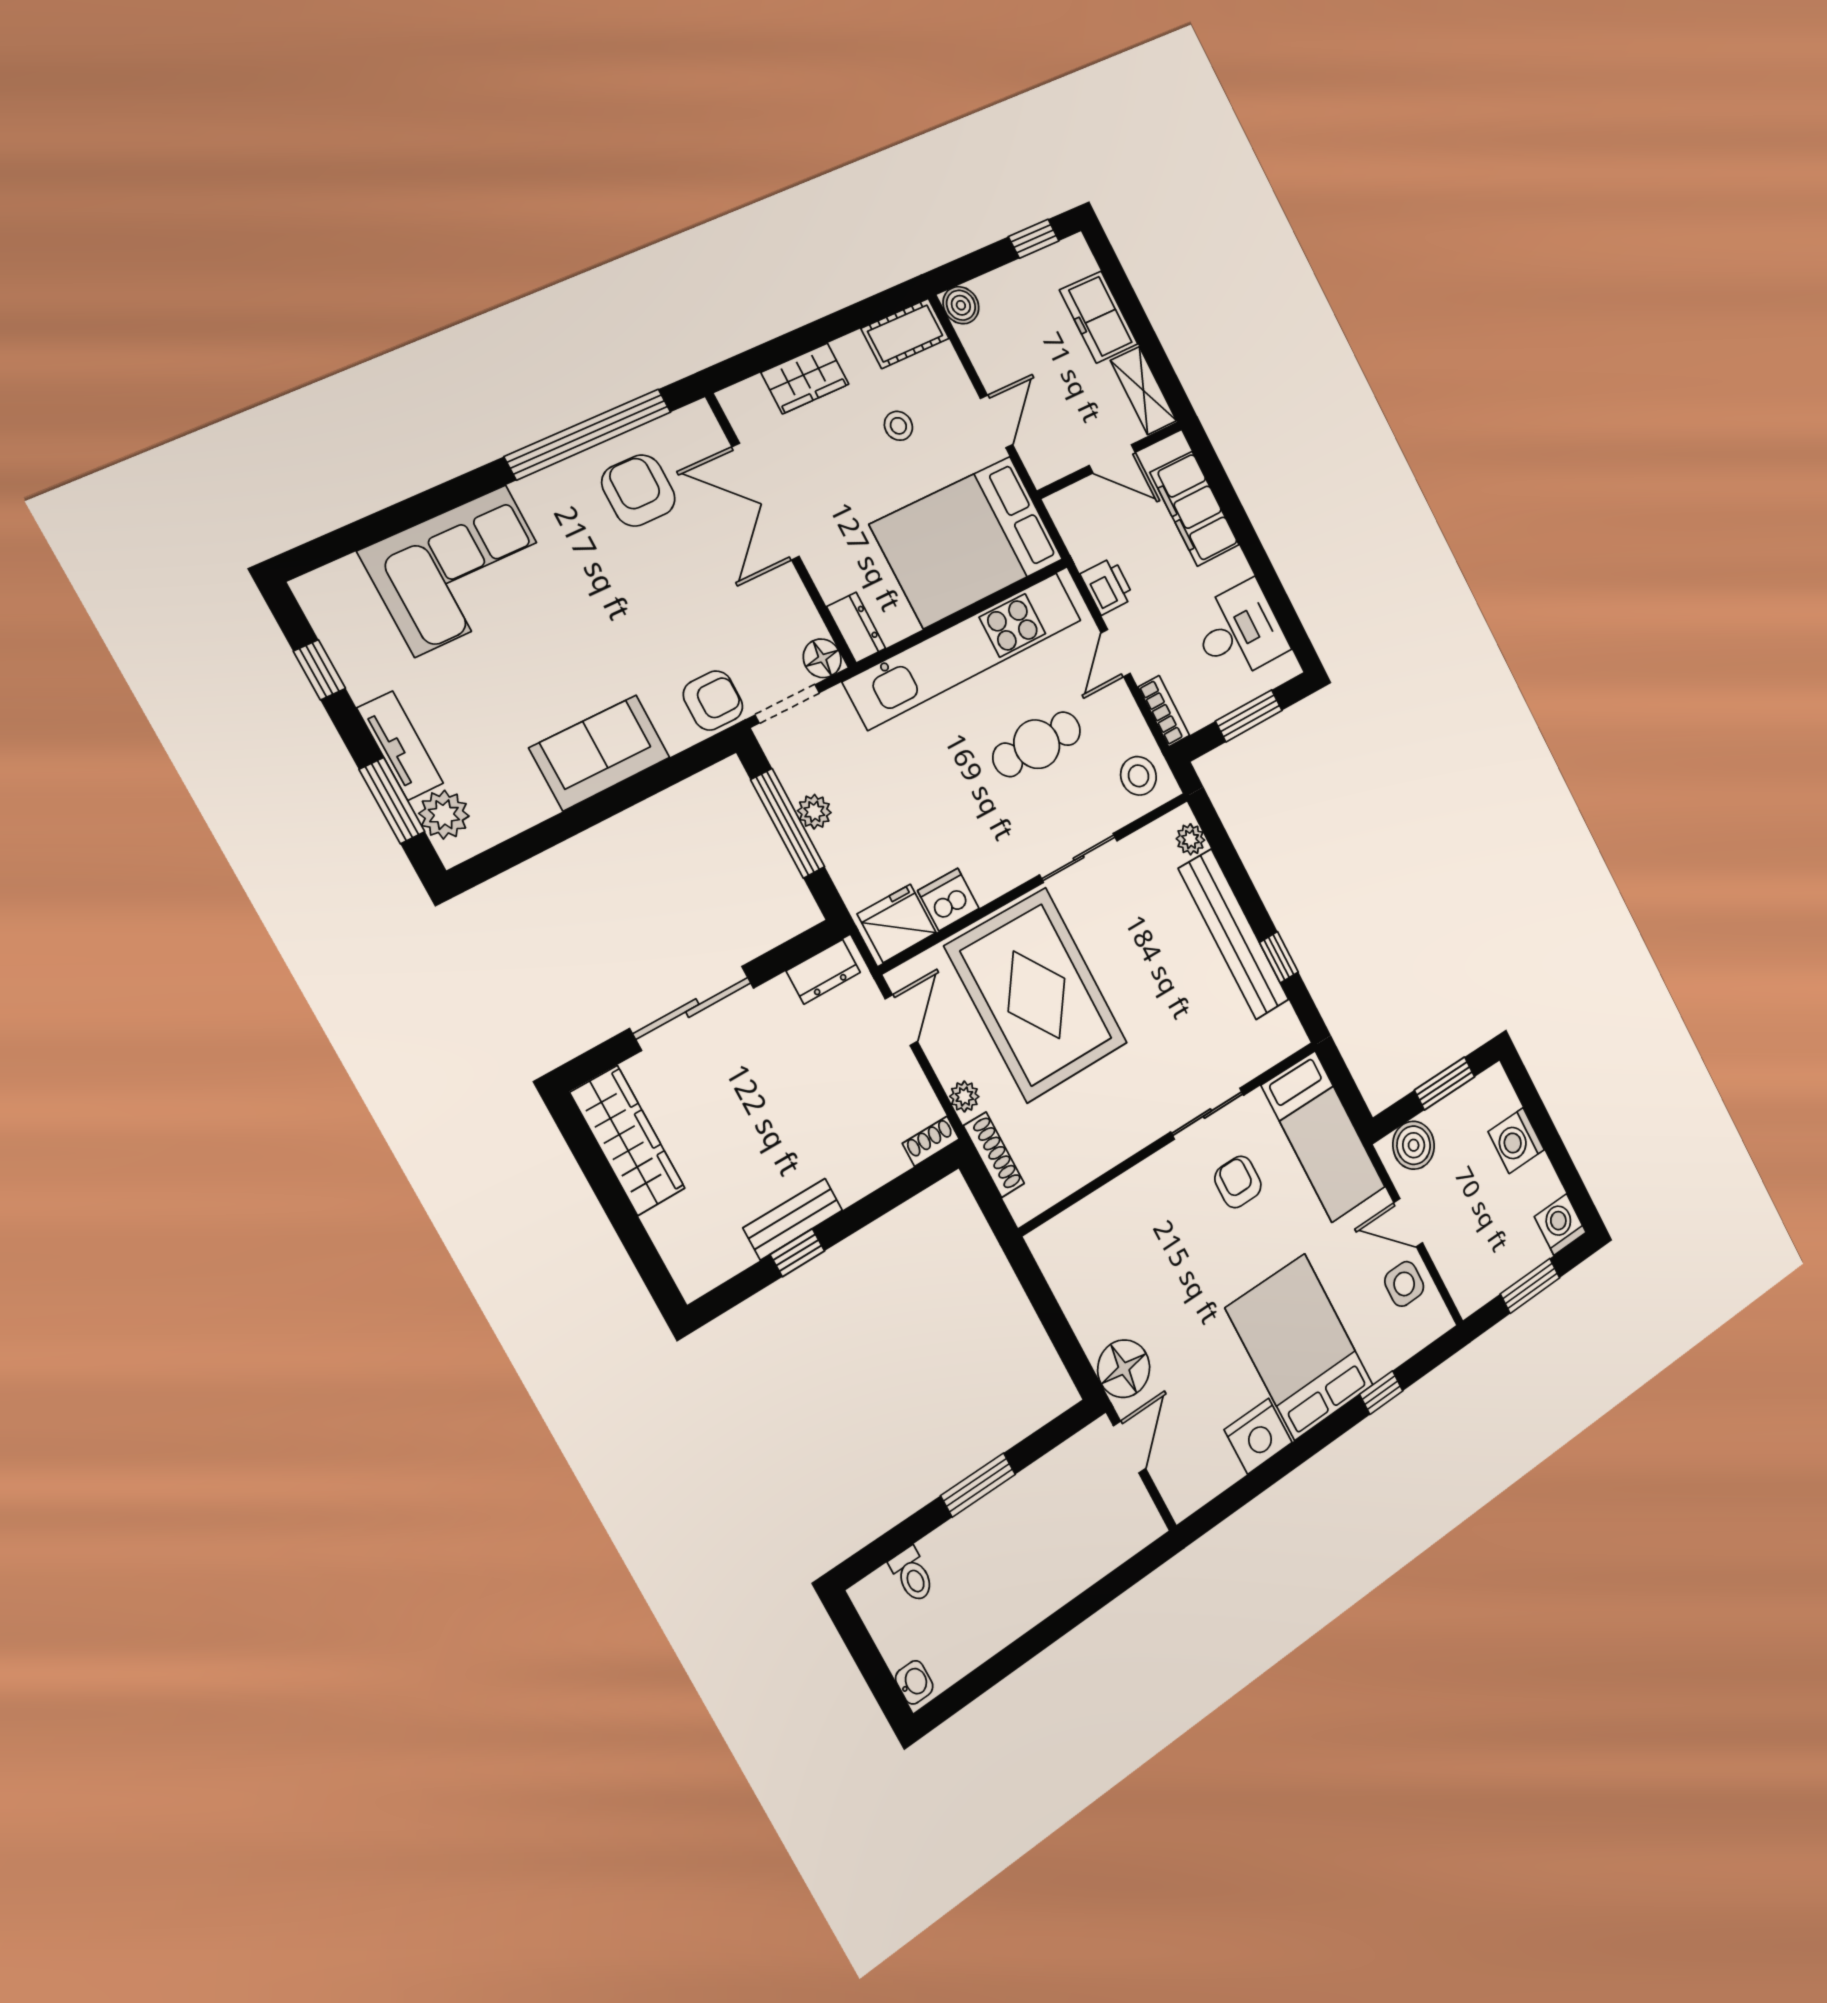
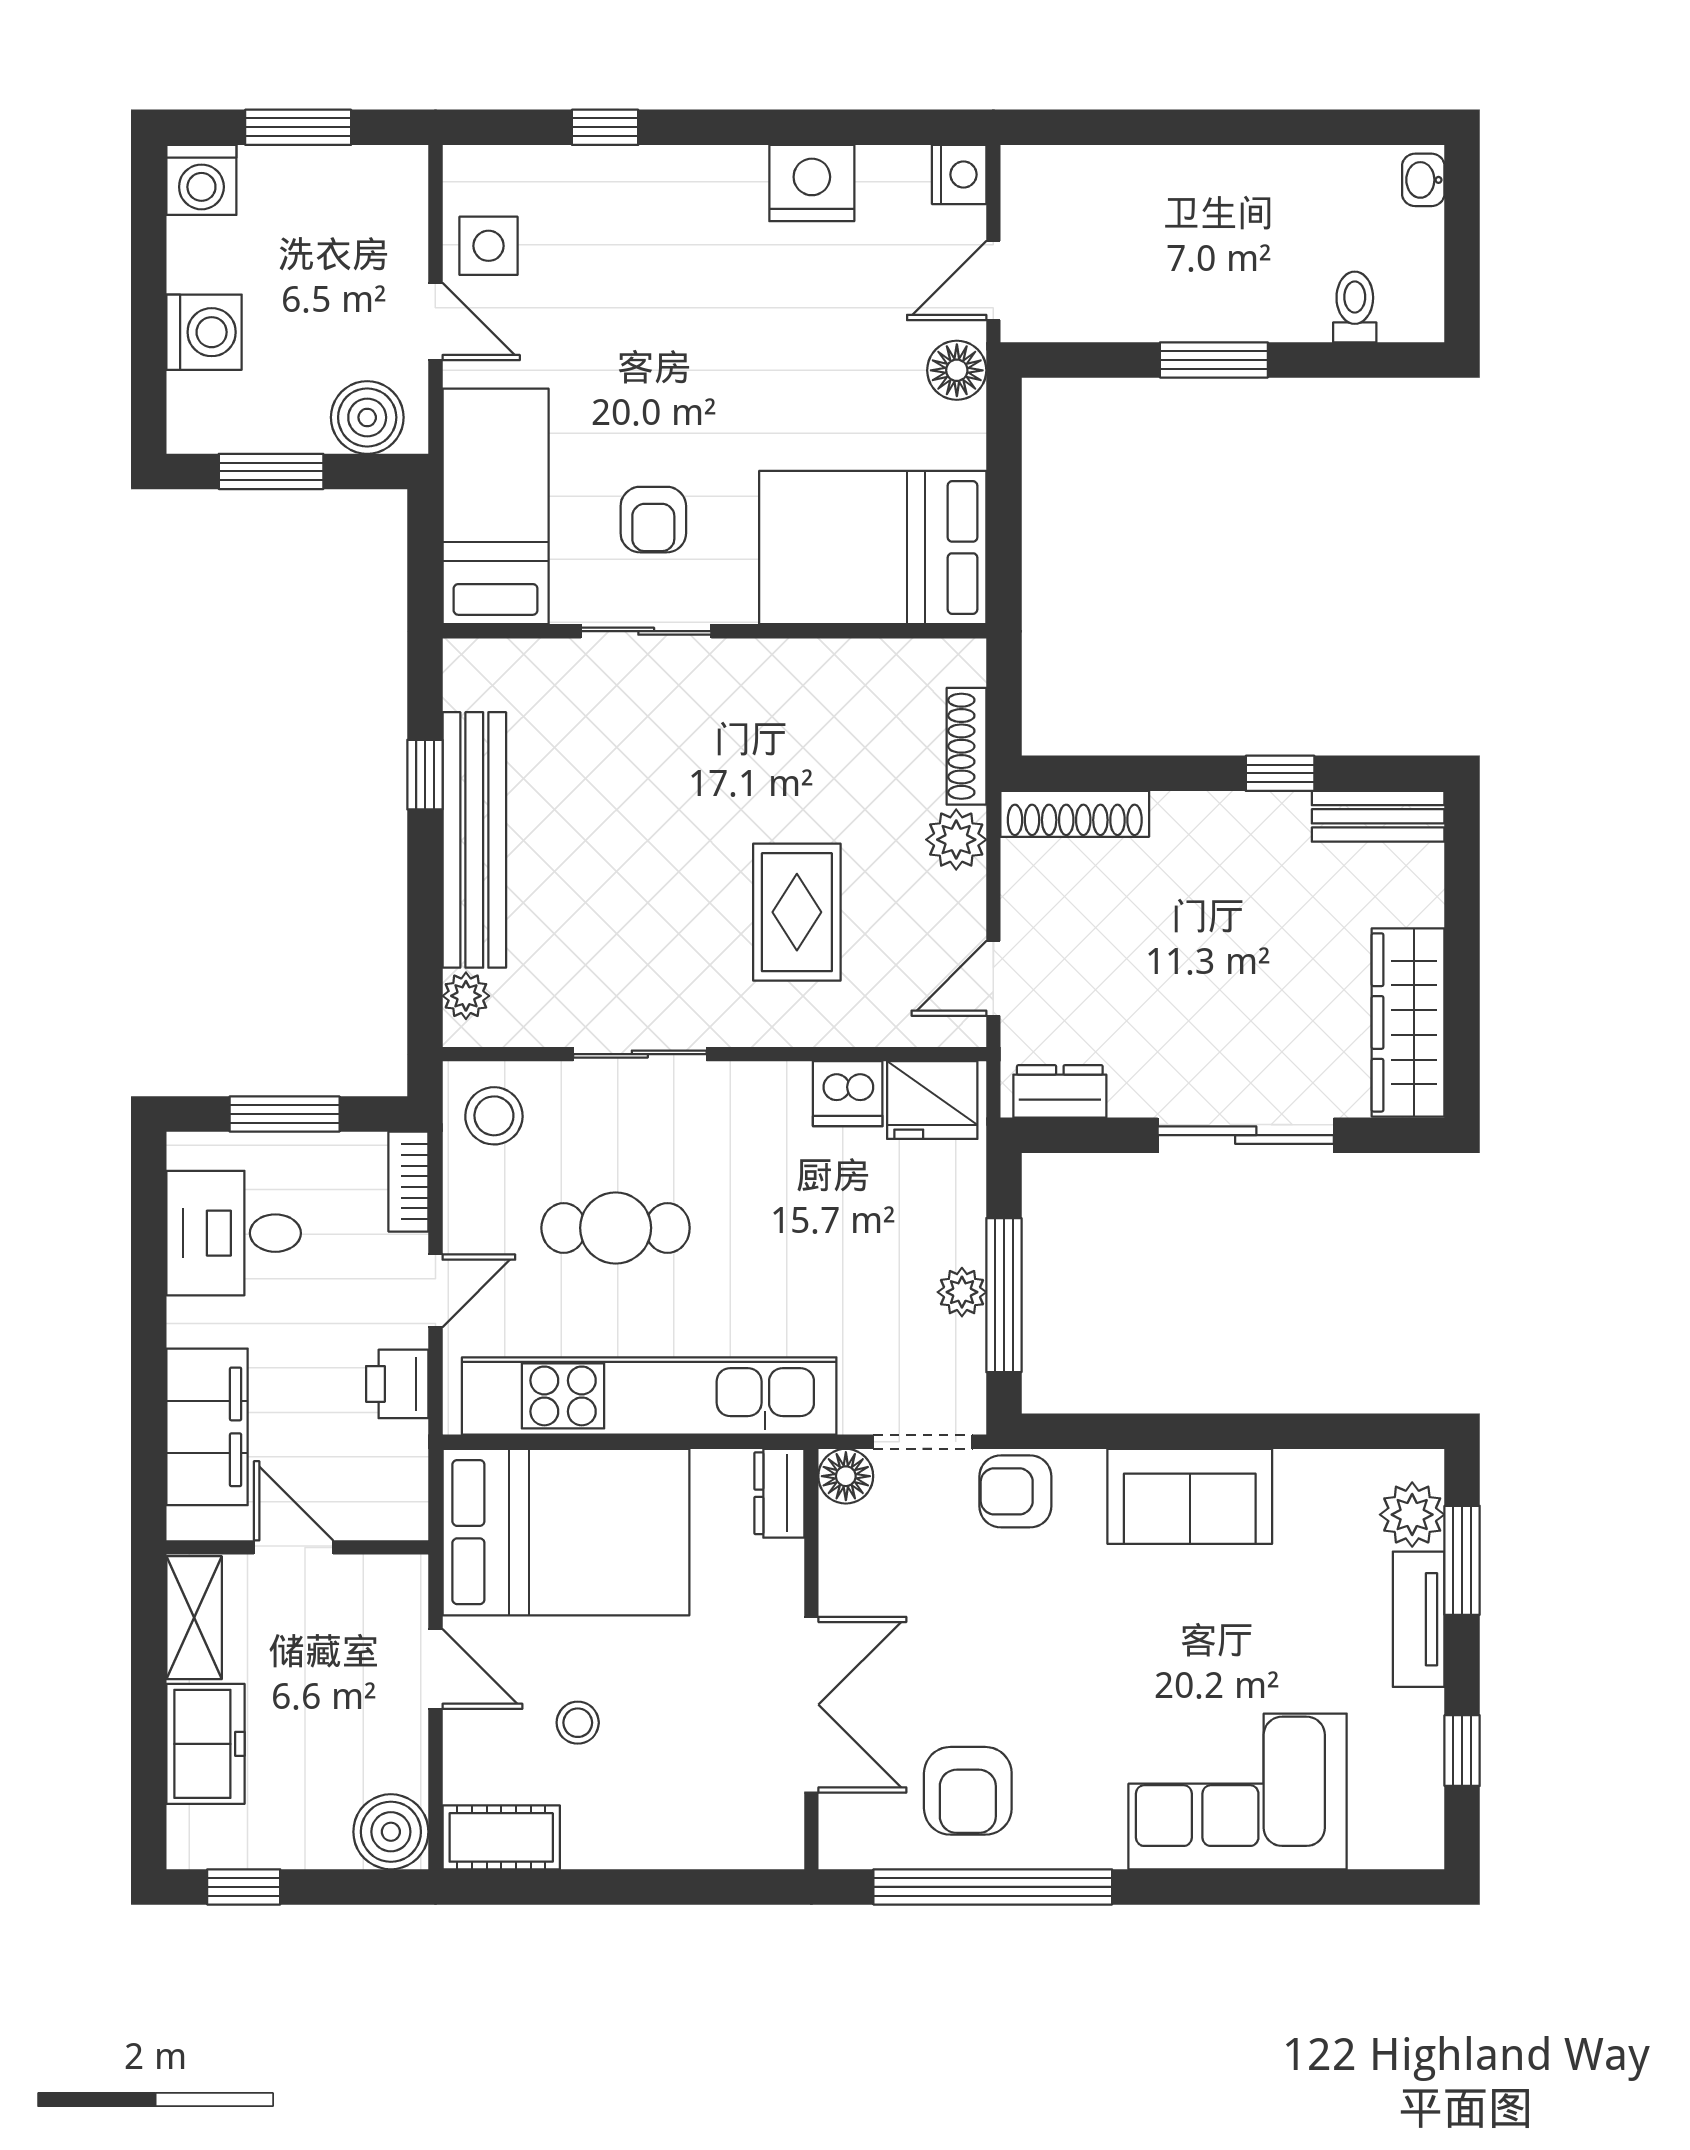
boiler: (961, 305) -> (391, 1832), width x1.36, depth x1.36
wardrobe: (805, 378) -> (672, 1837), removed
door: (997, 422) -> (435, 1669), swing flipped
rug: (1036, 995) -> (797, 912), width x0.54, depth x0.49
plant: (964, 1096) -> (956, 840), width x1.38, depth x1.38
shoe rack: (931, 1141) -> (1075, 814), width x1.94, depth x1.24
bench: (793, 1219) -> (1378, 816), moved
bed: (1300, 1347) -> (873, 547), moved, turned 90
floor lamp: (1124, 1369) -> (957, 370), width x0.73, depth x0.73
nightstand: (1182, 1497) -> (959, 175), added

